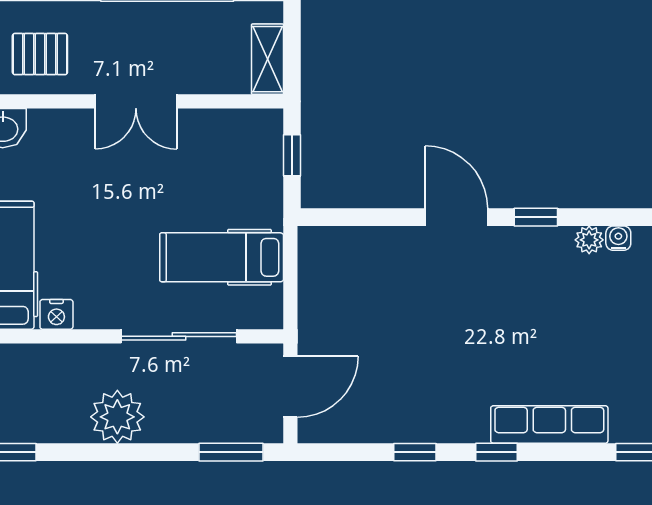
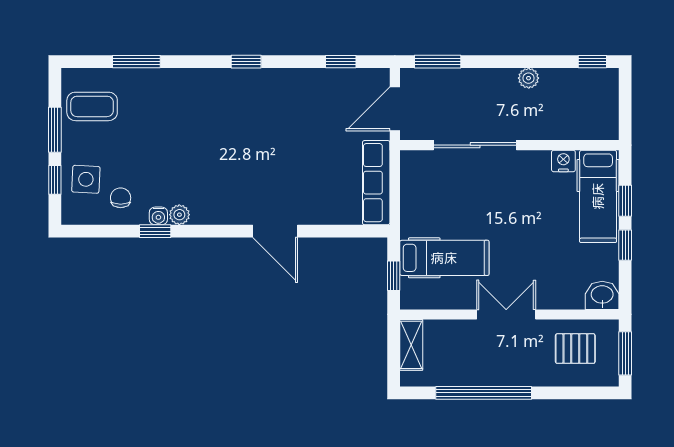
window: (536, 217) -> (155, 231), moved
hospital bed: (222, 257) -> (444, 258), moved
plant: (117, 417) -> (529, 78), width x0.53, depth x0.53
row of seats: (549, 425) -> (376, 183), moved, turned 90
window: (415, 452) -> (341, 62), moved

